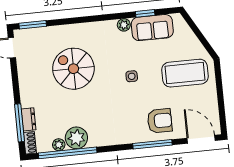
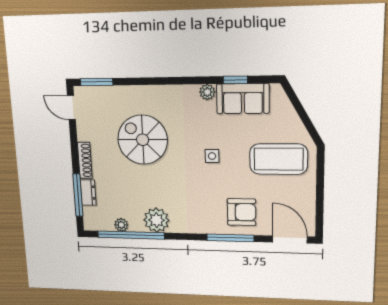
plant: (76, 138) -> (156, 220), moved
shoe rack: (30, 143) -> (85, 160), moved, width x1.43

